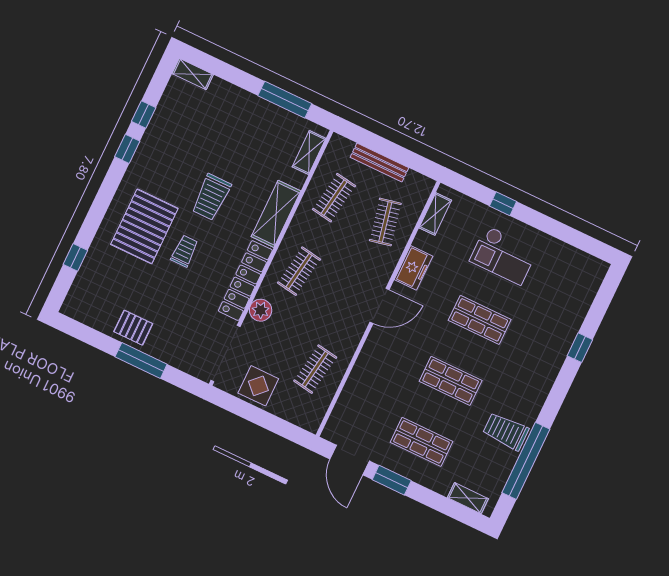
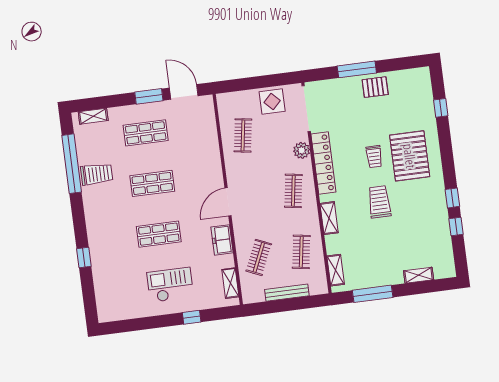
shelving: (193, 74) -> (419, 275), moved
shelving: (276, 214) -> (329, 218), width x0.67, depth x0.75
clothes rail: (385, 222) -> (259, 257), turned 36

